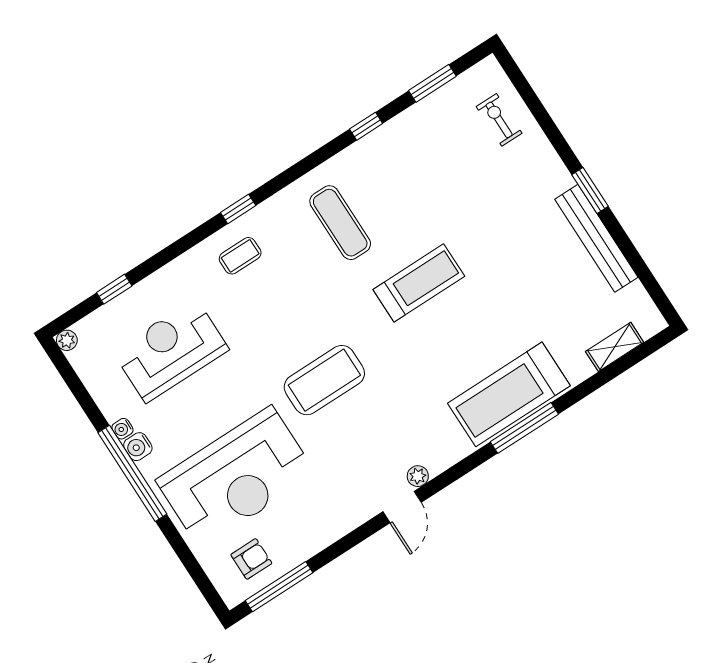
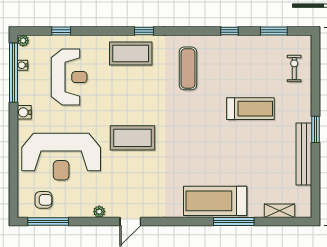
coffee table: (240, 256) -> (131, 54), width x1.86, depth x1.72
treadmill: (419, 283) -> (251, 109), moved
reception desk: (171, 351) -> (69, 77), turned 90
window: (524, 428) -> (234, 221), moved
water cooler: (122, 429) -> (22, 65), moved
window: (132, 473) -> (14, 73), moved
plant: (418, 476) -> (99, 212), moved

